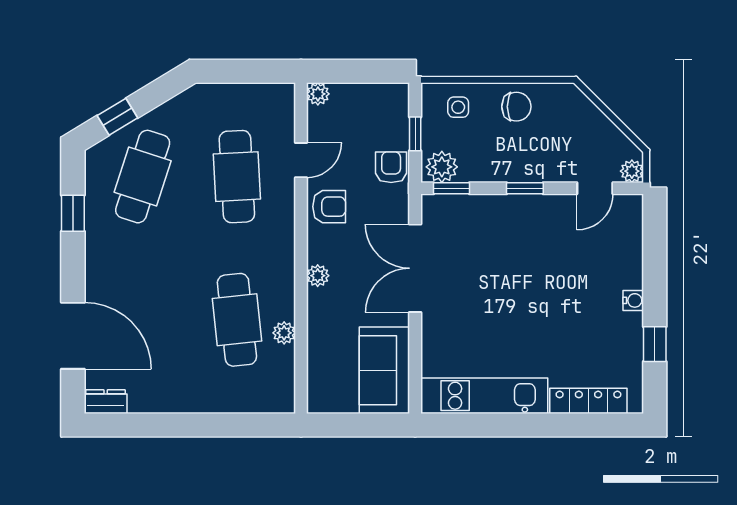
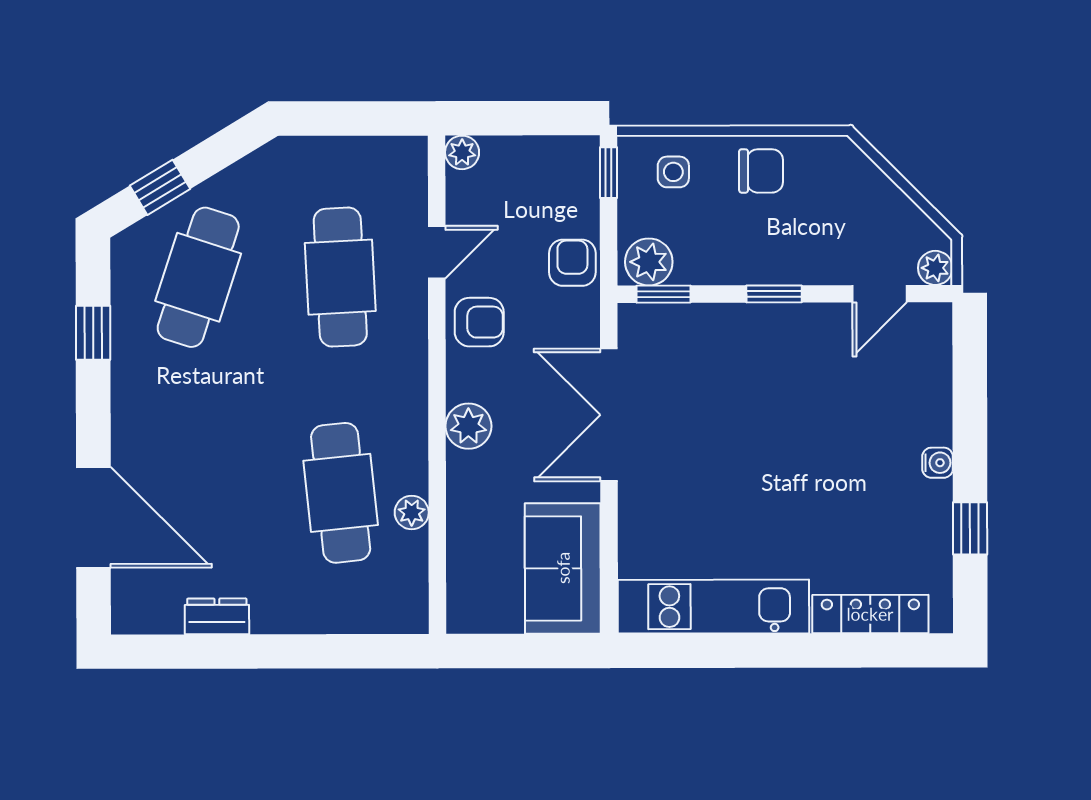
window: (415, 134) -> (608, 173), moved
plant: (318, 276) -> (468, 426), width x1.38, depth x1.38
dresser: (106, 402) -> (217, 616), moved

